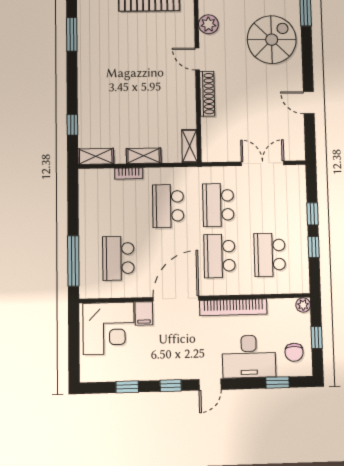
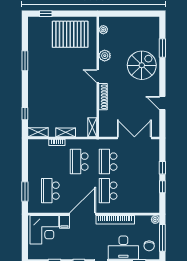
double door: (263, 163) -> (134, 138), width x1.37
school desk: (270, 255) -> (137, 191), removed
window: (73, 261) -> (25, 192), width x0.69
window: (317, 337) -> (162, 238), width x2.17

